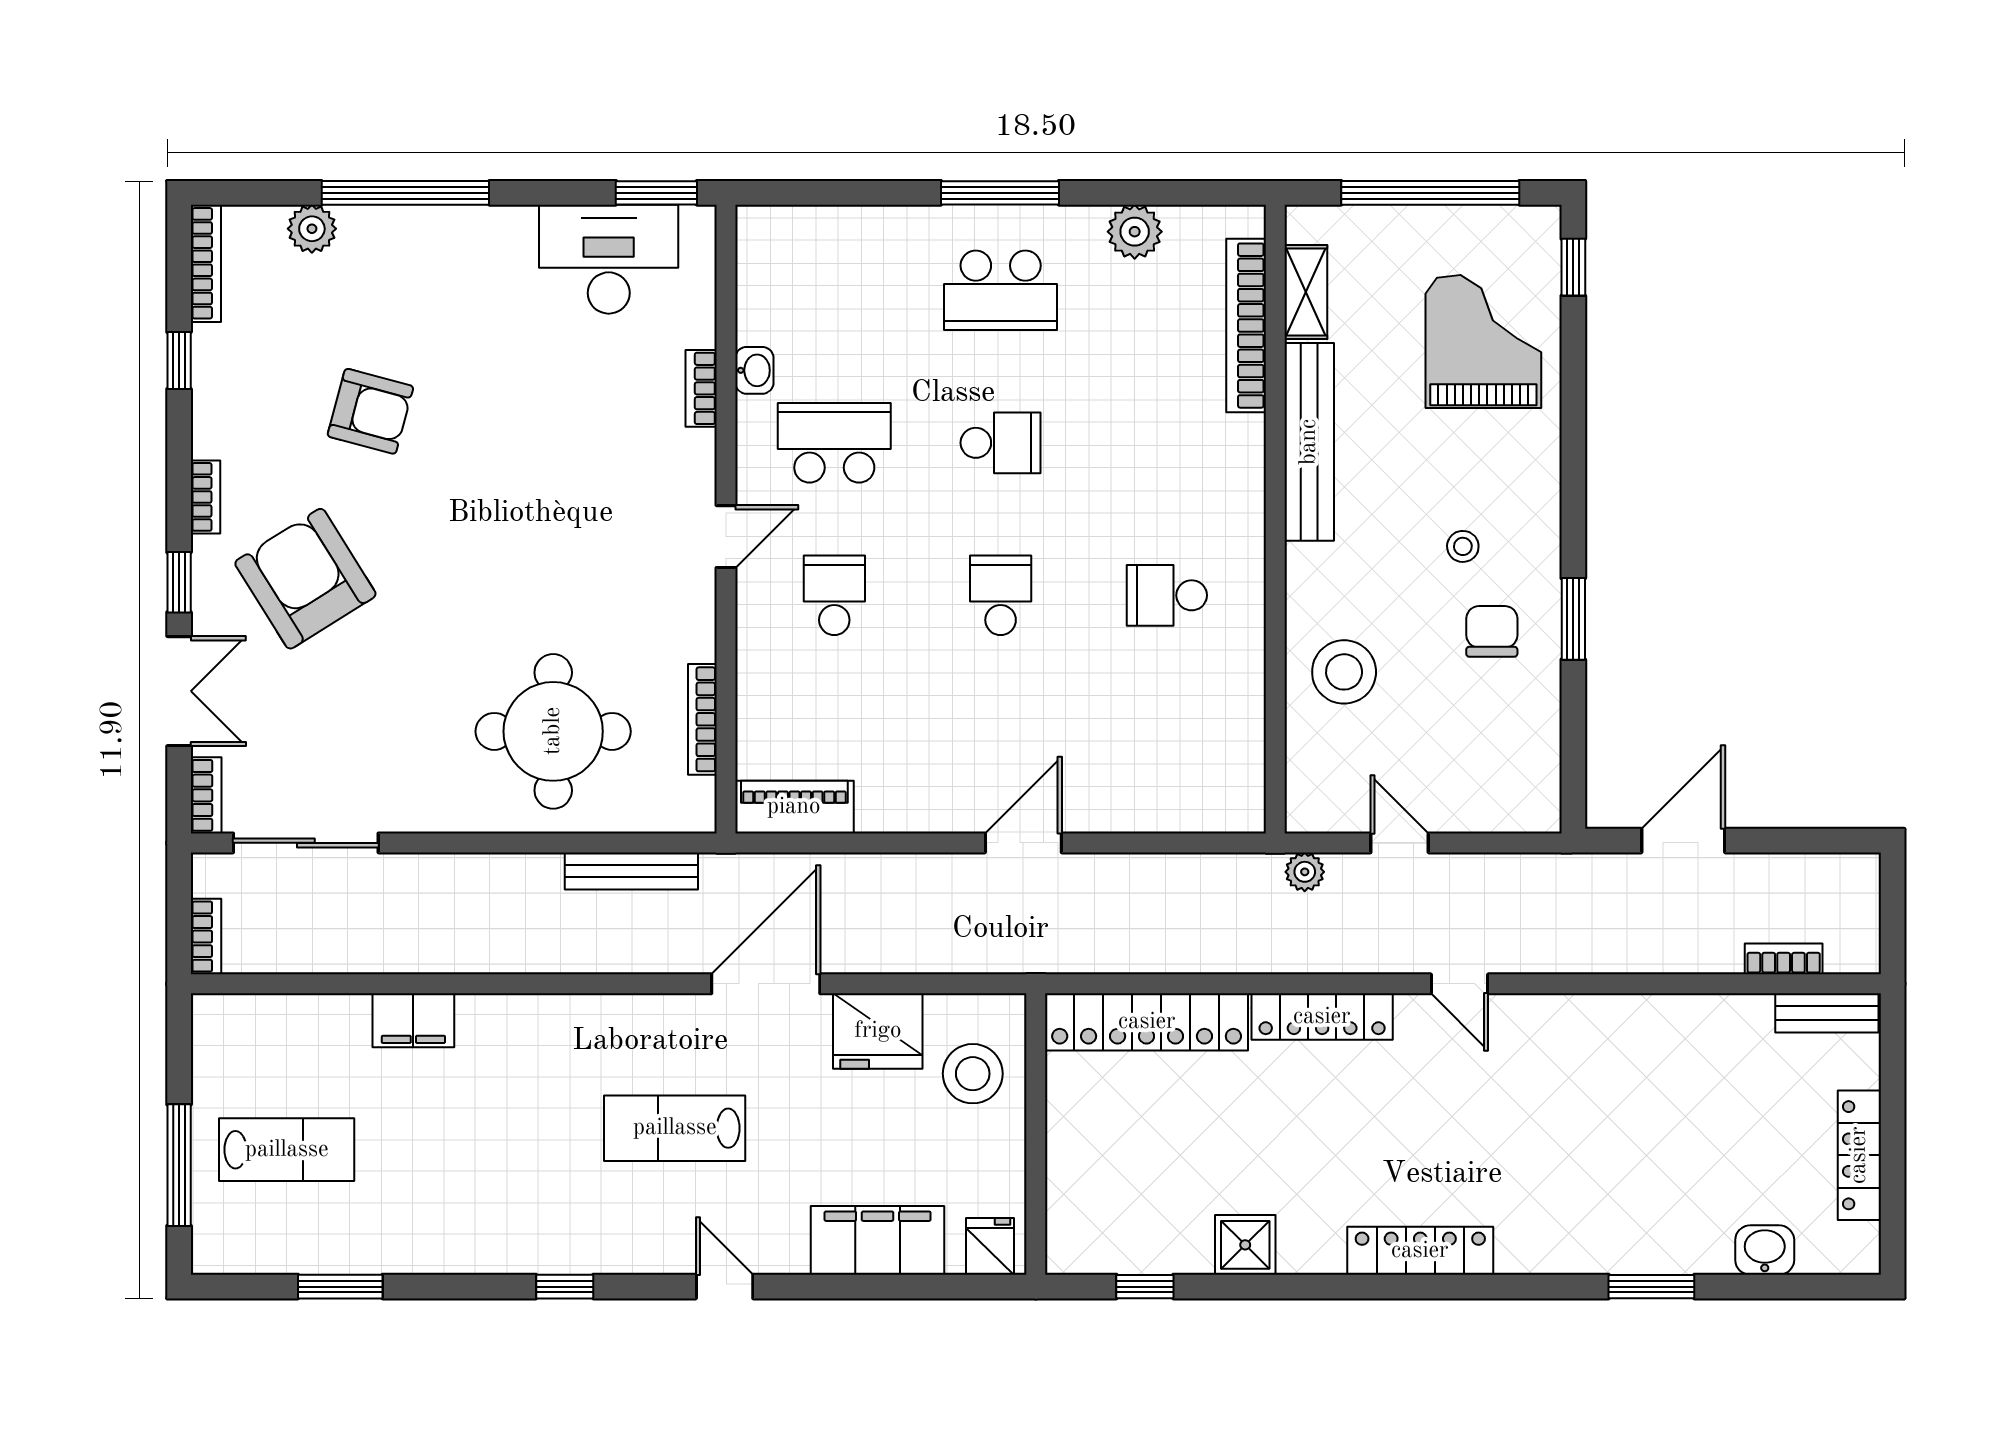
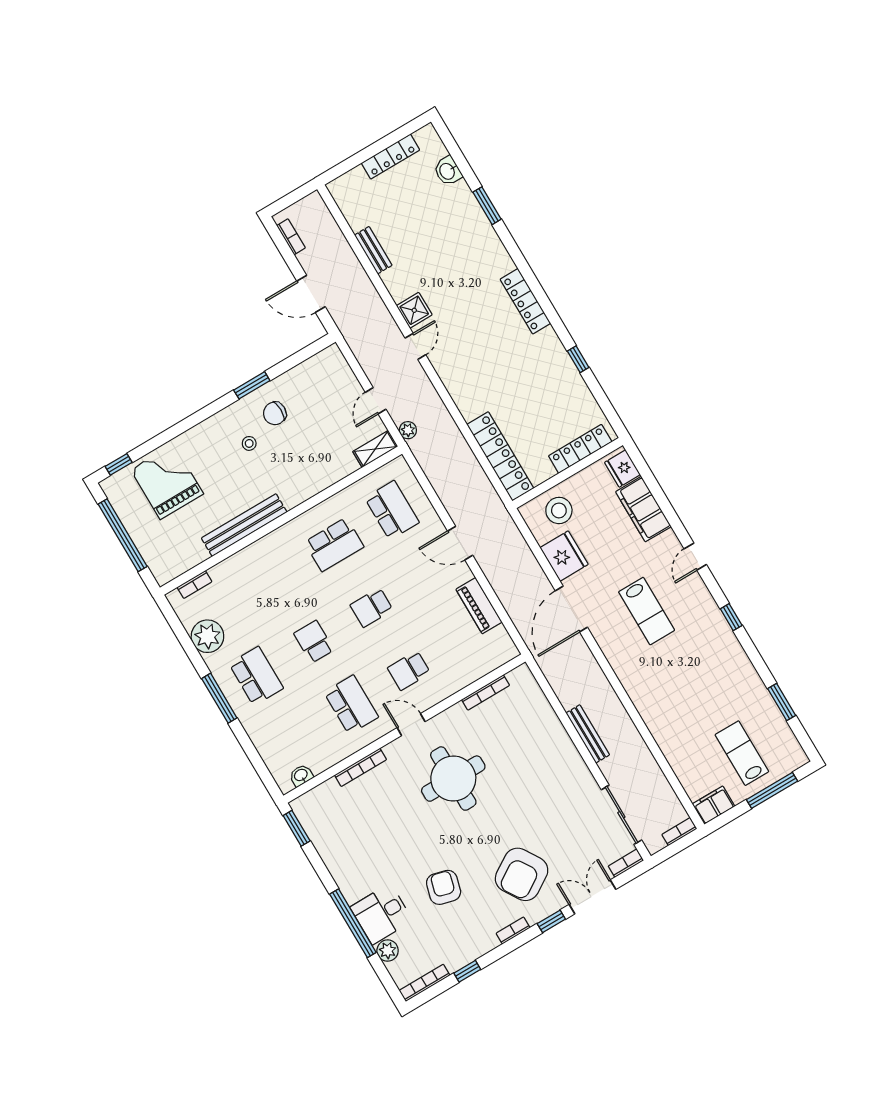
plant: (1135, 232) -> (207, 636), width x1.36, depth x1.36
desk: (609, 259) -> (381, 914), moved, width x0.73
shelving: (1306, 292) -> (375, 449), moved
bookcase: (1246, 326) -> (195, 584), width x0.43, depth x0.76
grand piano: (1483, 341) -> (167, 482), turned 90
washbasin: (754, 370) -> (301, 775), moved
bookcase: (701, 388) -> (361, 767), width x1.56
school desk: (834, 443) -> (351, 705), turned 180
school desk: (1167, 595) -> (334, 545), width x1.85
stool: (1344, 672) -> (323, 460), removed
round table: (553, 731) -> (453, 779), moved
school desk: (1167, 748) -> (392, 510), added
piano: (794, 807) -> (479, 606), moved
bench: (631, 871) -> (588, 734), moved
bookcase: (1784, 959) -> (291, 237), moved, turned 180
door: (766, 984) -> (571, 609), hinge flipped
bench: (1827, 1013) -> (373, 250), moved
locker: (1322, 1017) -> (580, 449), moved, turned -90
filing cabinet: (413, 1020) -> (714, 805), moved, turned -90
shower: (1245, 1245) -> (414, 310), moved
fridge: (990, 1246) -> (622, 469), width x1.38
window: (1145, 1287) -> (578, 359), moved

